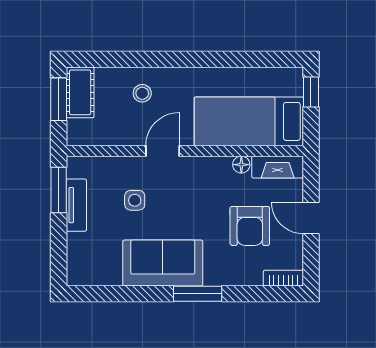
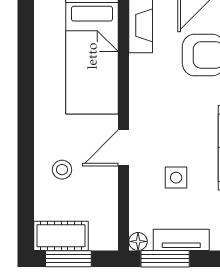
door: (163, 151) -> (124, 148), hinge flipped
floor lamp: (241, 165) -> (138, 241), moved

